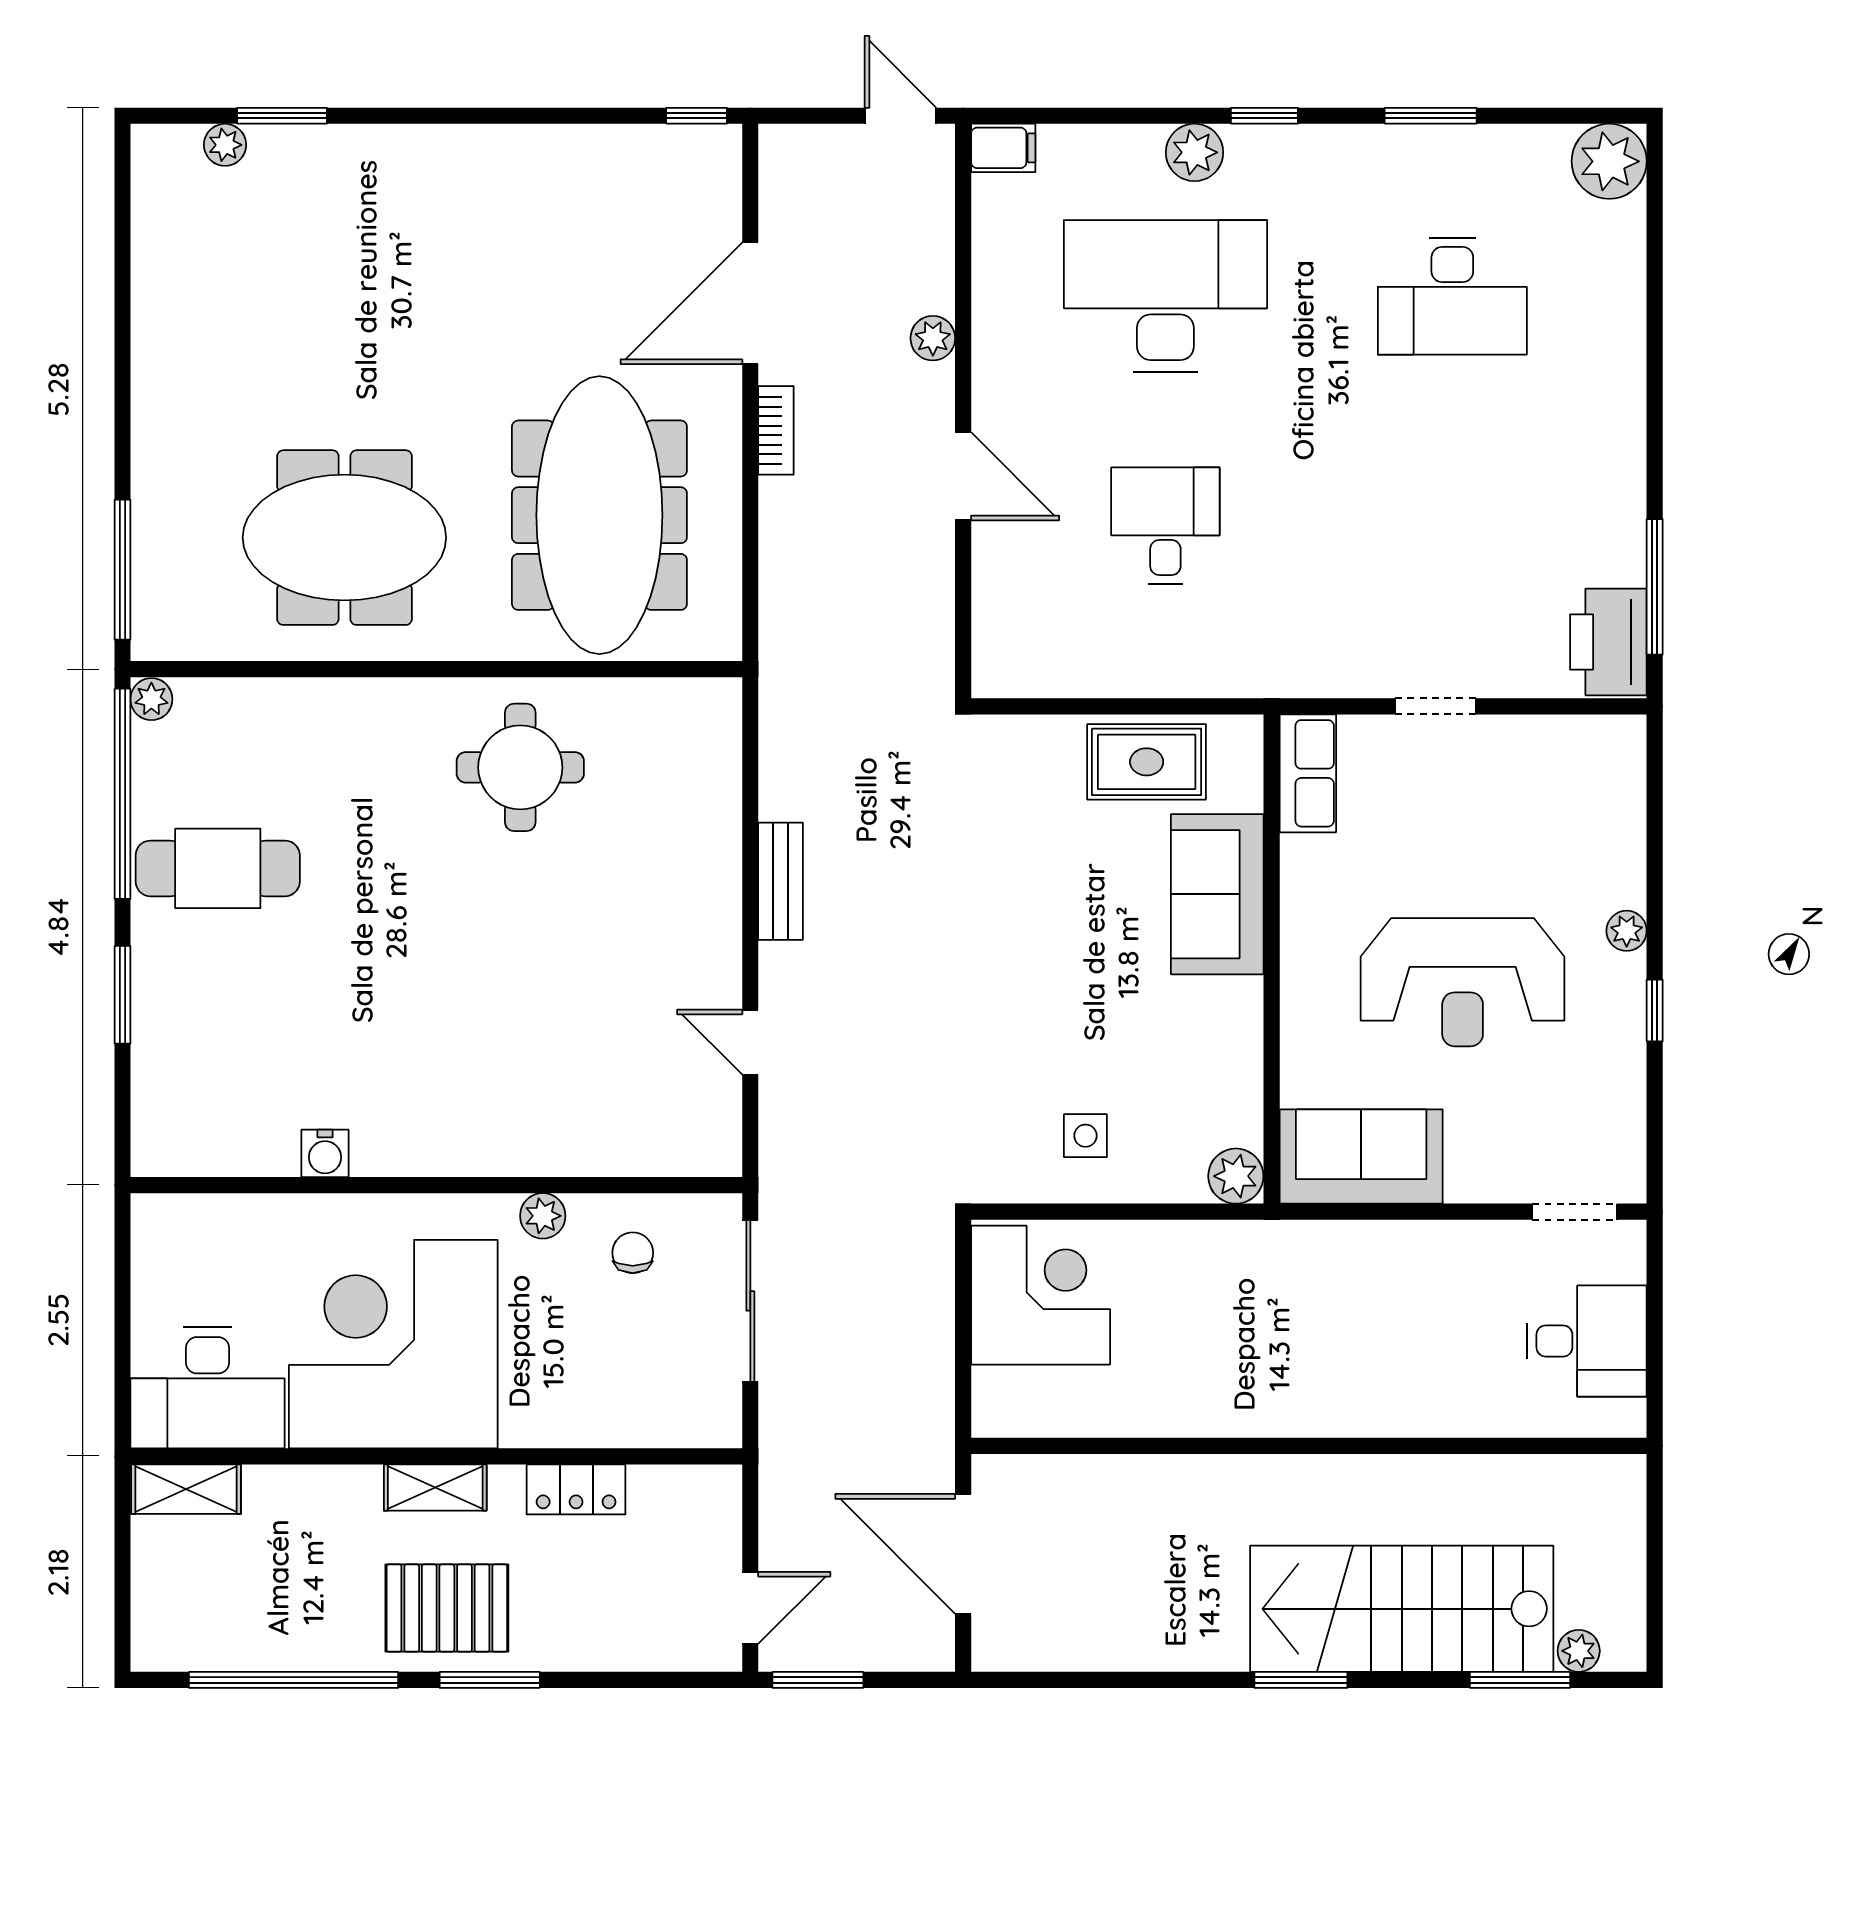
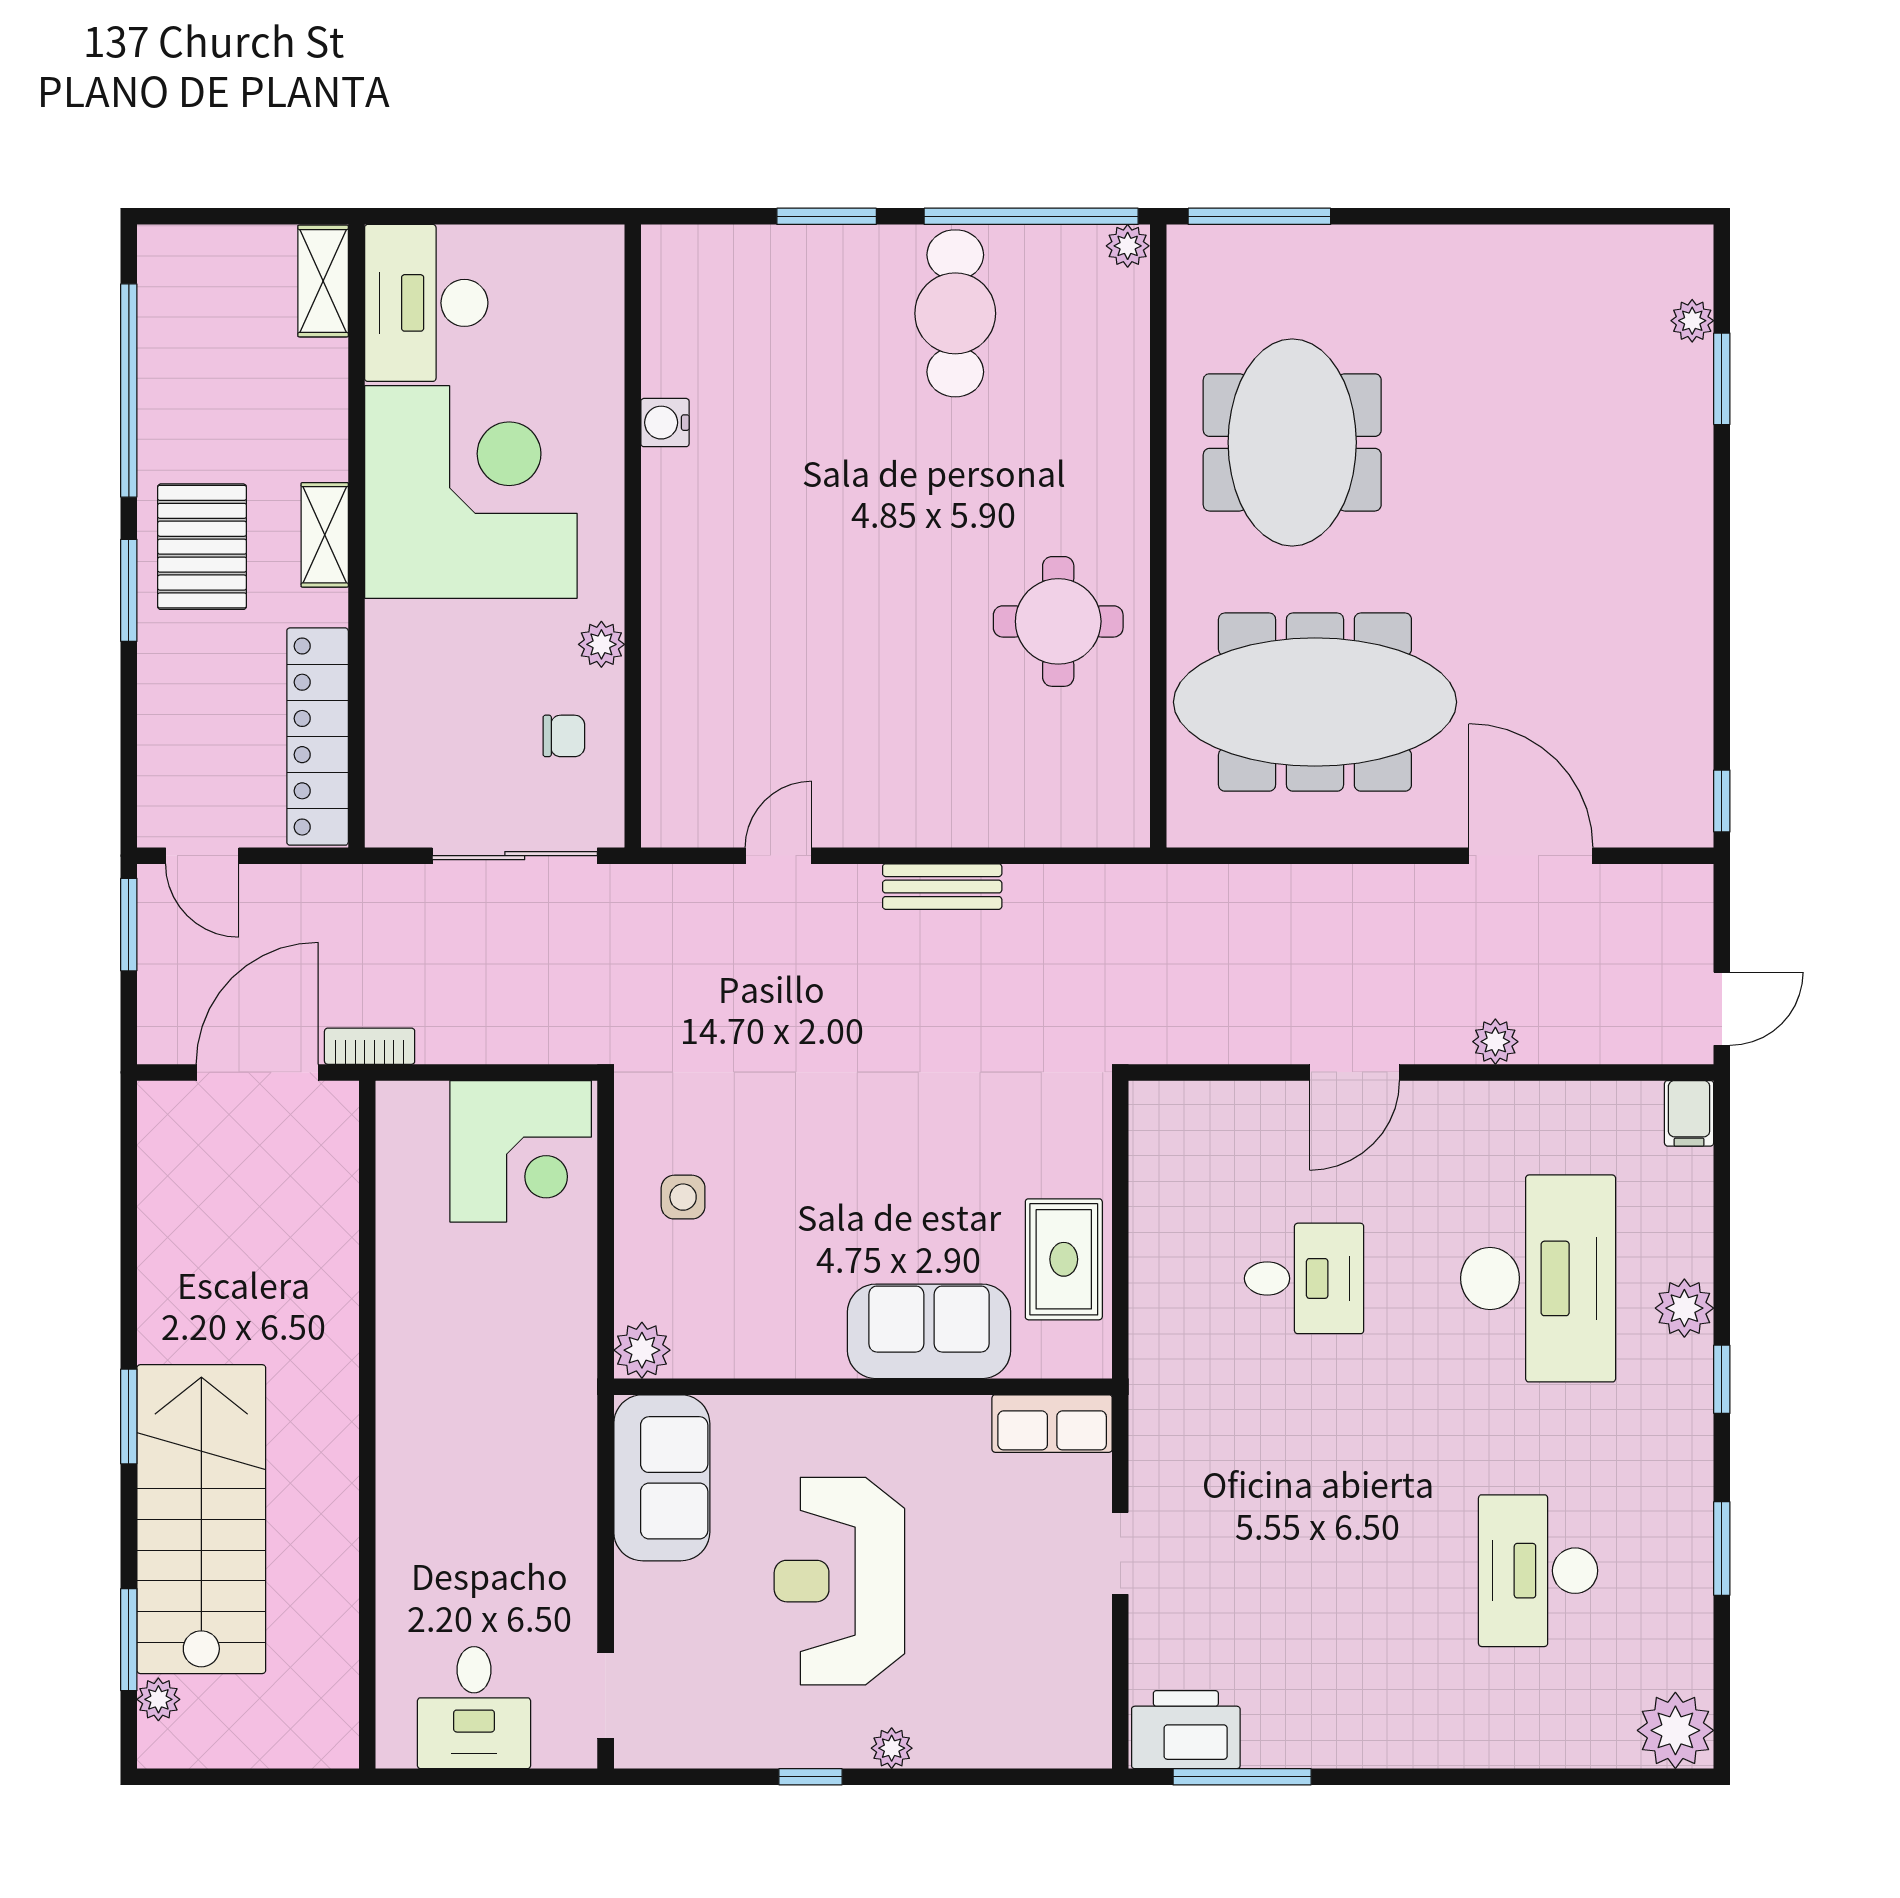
bookcase: (776, 430) -> (370, 1046), moved, turned 180
locker: (576, 1489) -> (318, 737), width x2.16, depth x1.21

